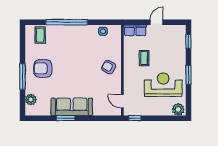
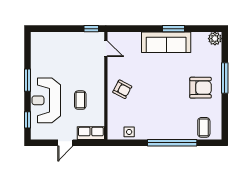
reception desk: (163, 85) -> (46, 100), moved, turned 90
plant: (31, 100) -> (215, 39), moved
plant: (178, 109) -> (40, 39), removed

